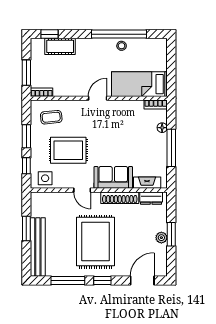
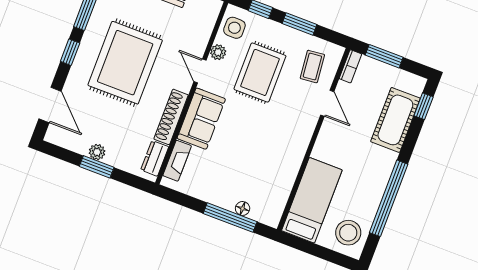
cot: (60, 46) -> (395, 120), width x1.37, depth x1.34
stool: (122, 46) -> (348, 233), moved, width x1.89, depth x1.89
door: (98, 98) -> (327, 103), moved
bookcase: (156, 104) -> (277, 212), removed
window: (171, 148) -> (230, 218), moved
plant: (65, 183) -> (218, 52), added
door: (82, 190) -> (200, 71), hinge flipped
rug: (95, 242) -> (125, 63), turned 90

